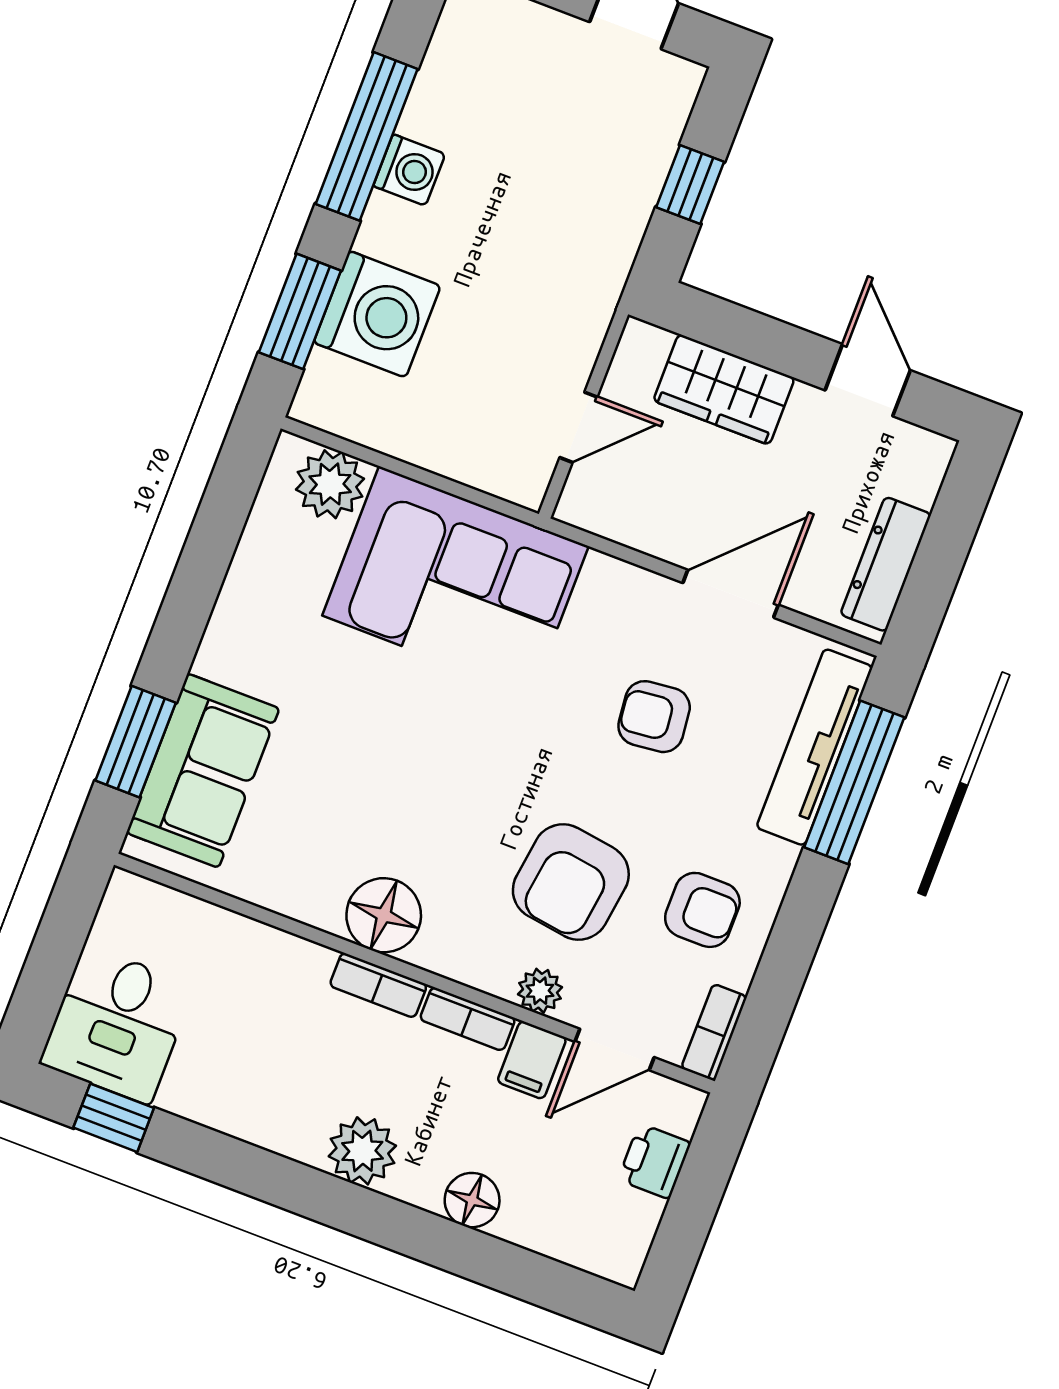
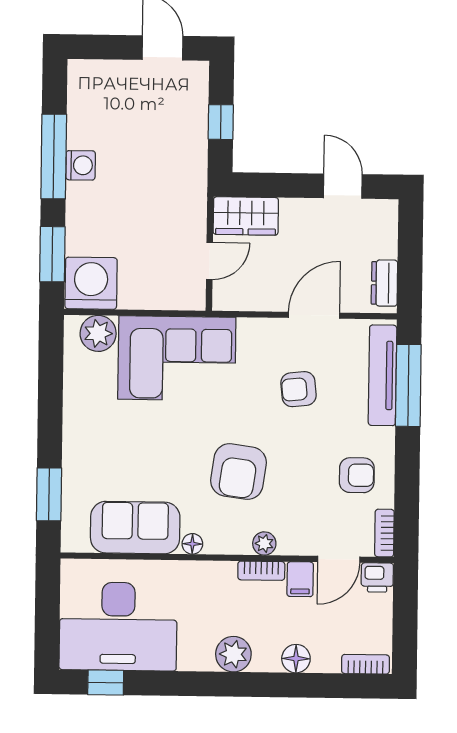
washing machine: (377, 314) -> (91, 283), moved, turned -90
wardrobe: (724, 389) -> (246, 216), moved
dresser: (886, 564) -> (384, 283), width x0.70
sofa: (203, 771) -> (135, 528), moved, turned -90
armchair: (571, 882) -> (238, 472), moved
floor lamp: (384, 915) -> (192, 544), width x0.53, depth x0.53
bookcase: (378, 985) -> (366, 664), moved, turned 180
plant: (540, 991) -> (264, 543), moved
desk: (117, 1024) -> (118, 626), width x1.87, depth x1.30
printer: (654, 1161) -> (377, 577), moved, turned -90

